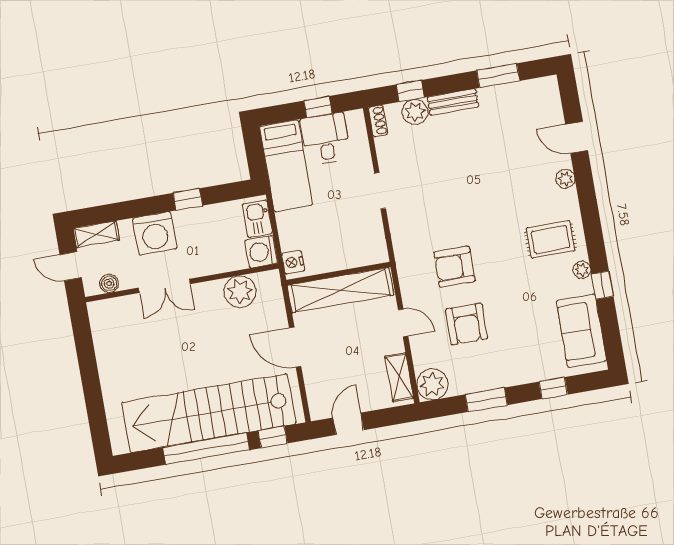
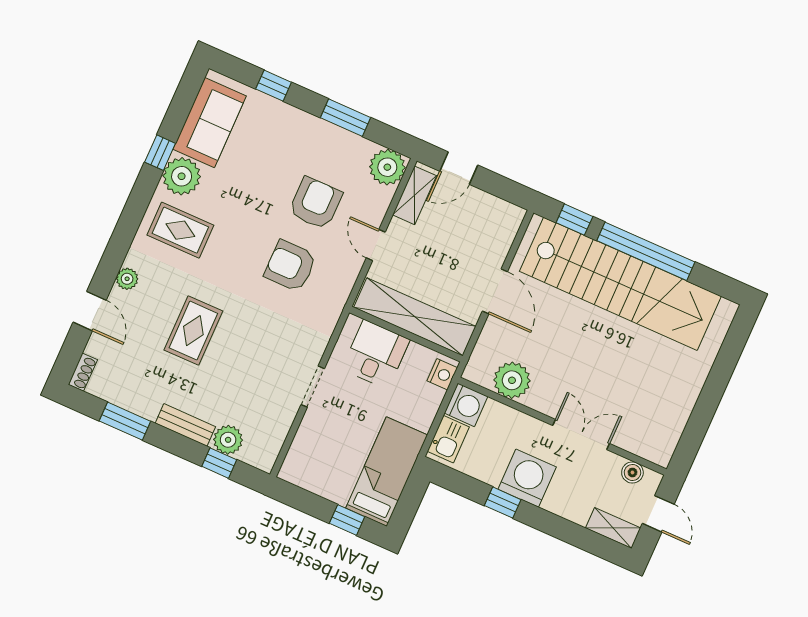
window: (318, 107) -> (347, 520), moved
shoe rack: (378, 121) -> (83, 372), moved, turned 180
desk: (325, 139) -> (376, 354), moved, turned 180
rug: (493, 174) -> (193, 331), added
washing machine: (155, 233) -> (527, 478), moved
armchair: (454, 267) -> (290, 266), turned 180
plant: (582, 270) -> (182, 176), width x1.87, depth x1.87
door: (348, 424) -> (459, 168), moved

